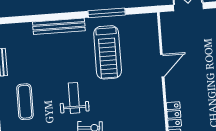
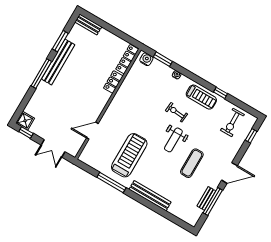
door: (162, 66) -> (92, 131), moved
exercise mat: (25, 102) -> (192, 163), moved

